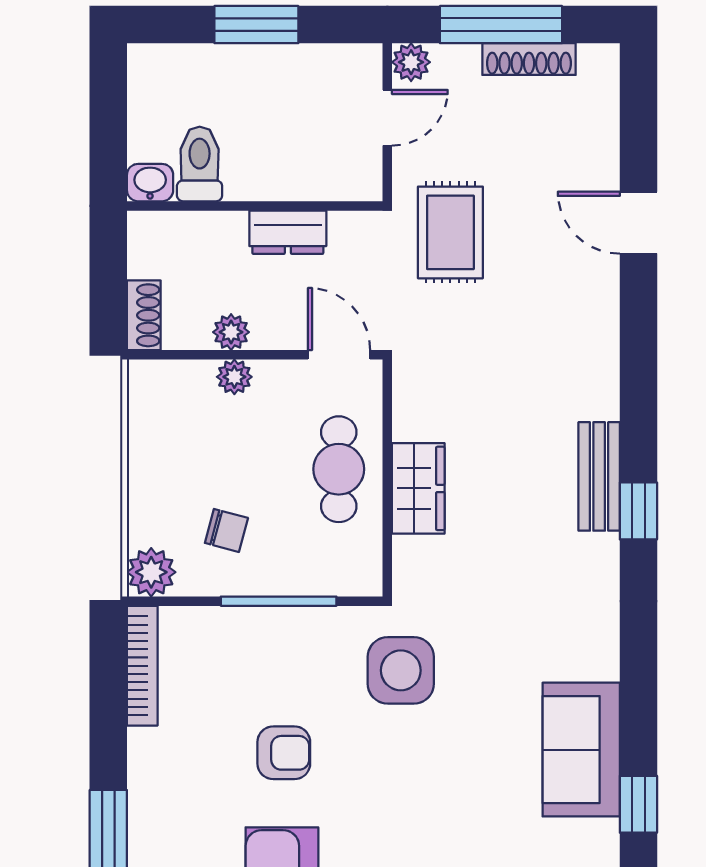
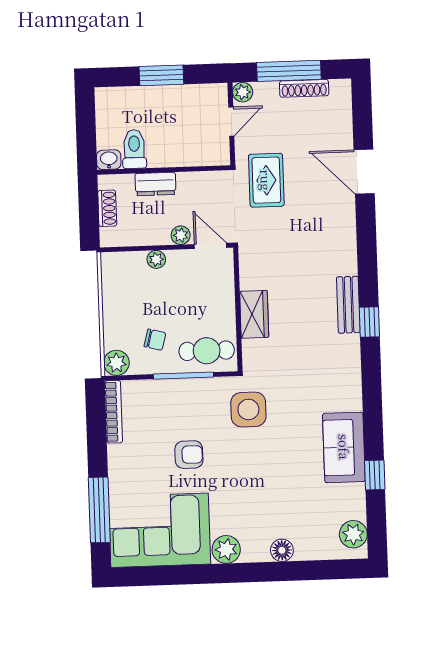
door: (638, 223) -> (364, 172), width x1.38
dresser: (288, 232) -> (155, 184), moved
shoe rack: (144, 315) -> (107, 208), moved
plant: (231, 332) -> (181, 235), moved
cafe table: (339, 469) -> (207, 351), moved, turned 90

